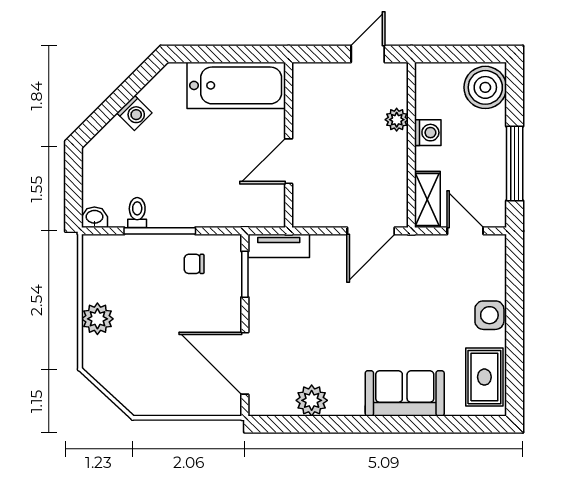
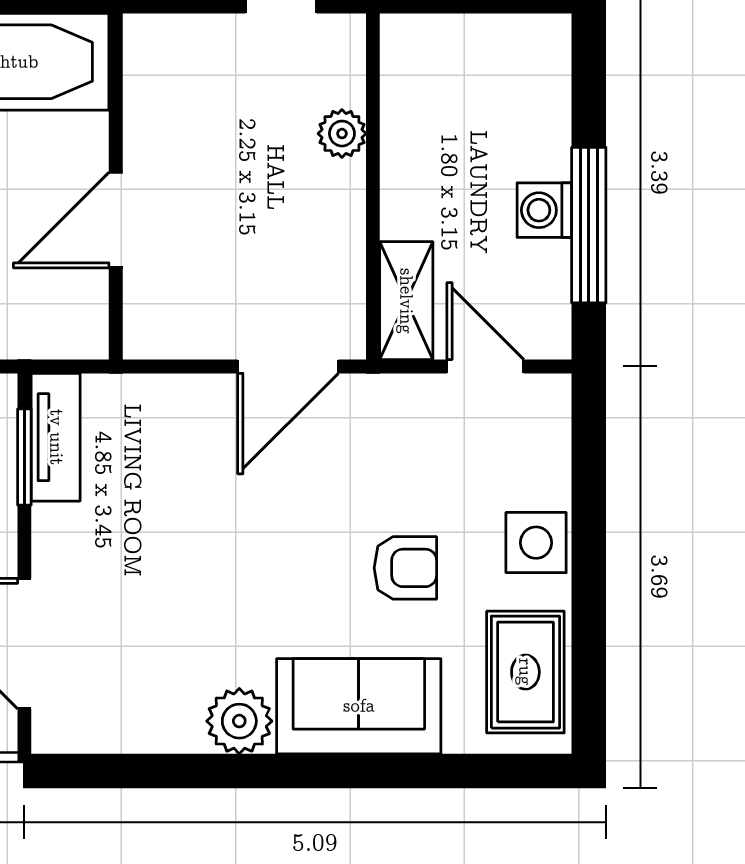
boiler: (485, 87) -> (527, 66), removed
washing machine: (428, 133) -> (544, 210), moved, turned 180
tv unit: (279, 246) -> (56, 437), moved, turned -90
armchair: (427, 327) -> (405, 568), added
plant: (312, 400) -> (239, 721), moved

